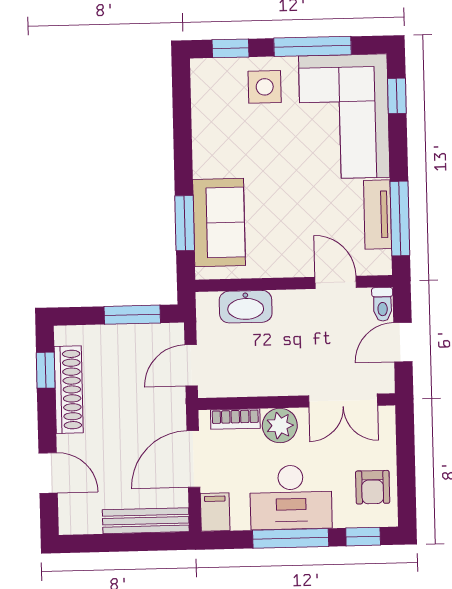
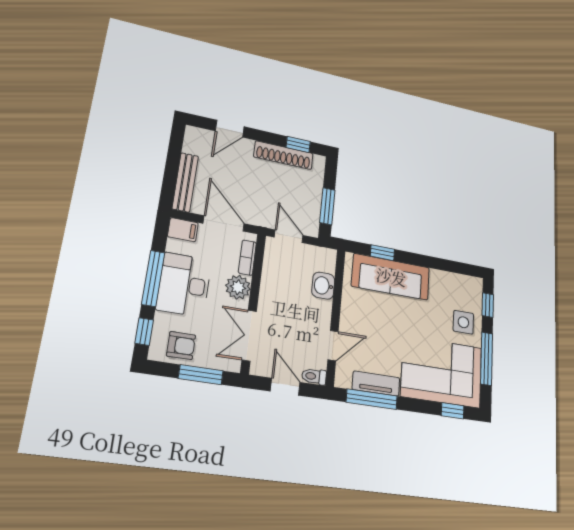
window: (185, 223) -> (382, 253), width x0.67
sofa: (219, 223) -> (391, 277), width x1.36
washbasin: (246, 307) -> (323, 286), width x0.72
window: (406, 456) -> (201, 375), added
armchair: (373, 487) -> (181, 346), turned 180

